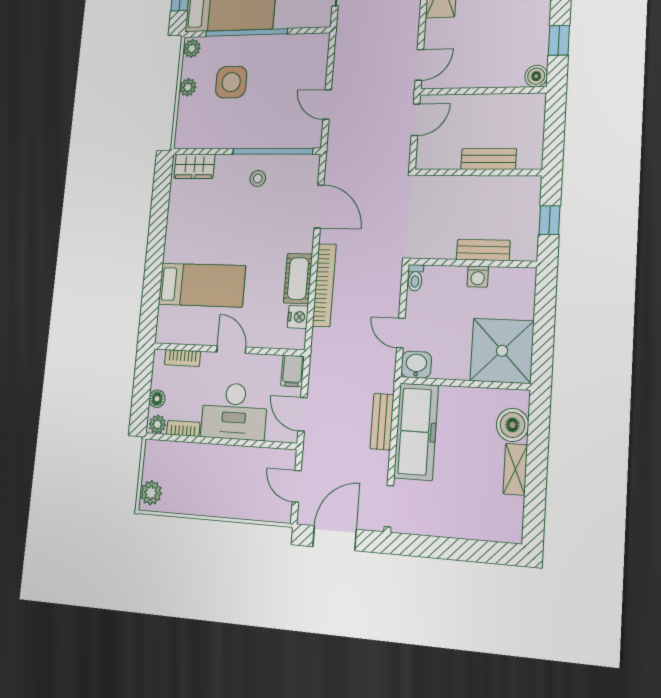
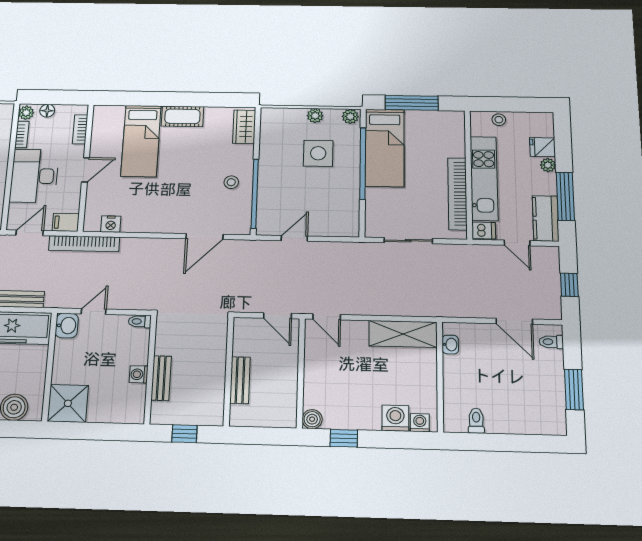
cot: (298, 279) -> (182, 116), moved
bookcase: (324, 285) -> (84, 244), moved
shower: (502, 351) -> (68, 403), width x0.73, depth x0.73

